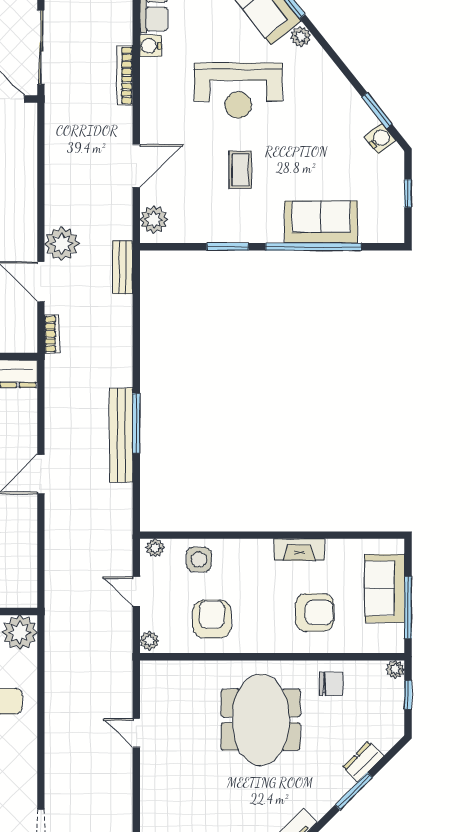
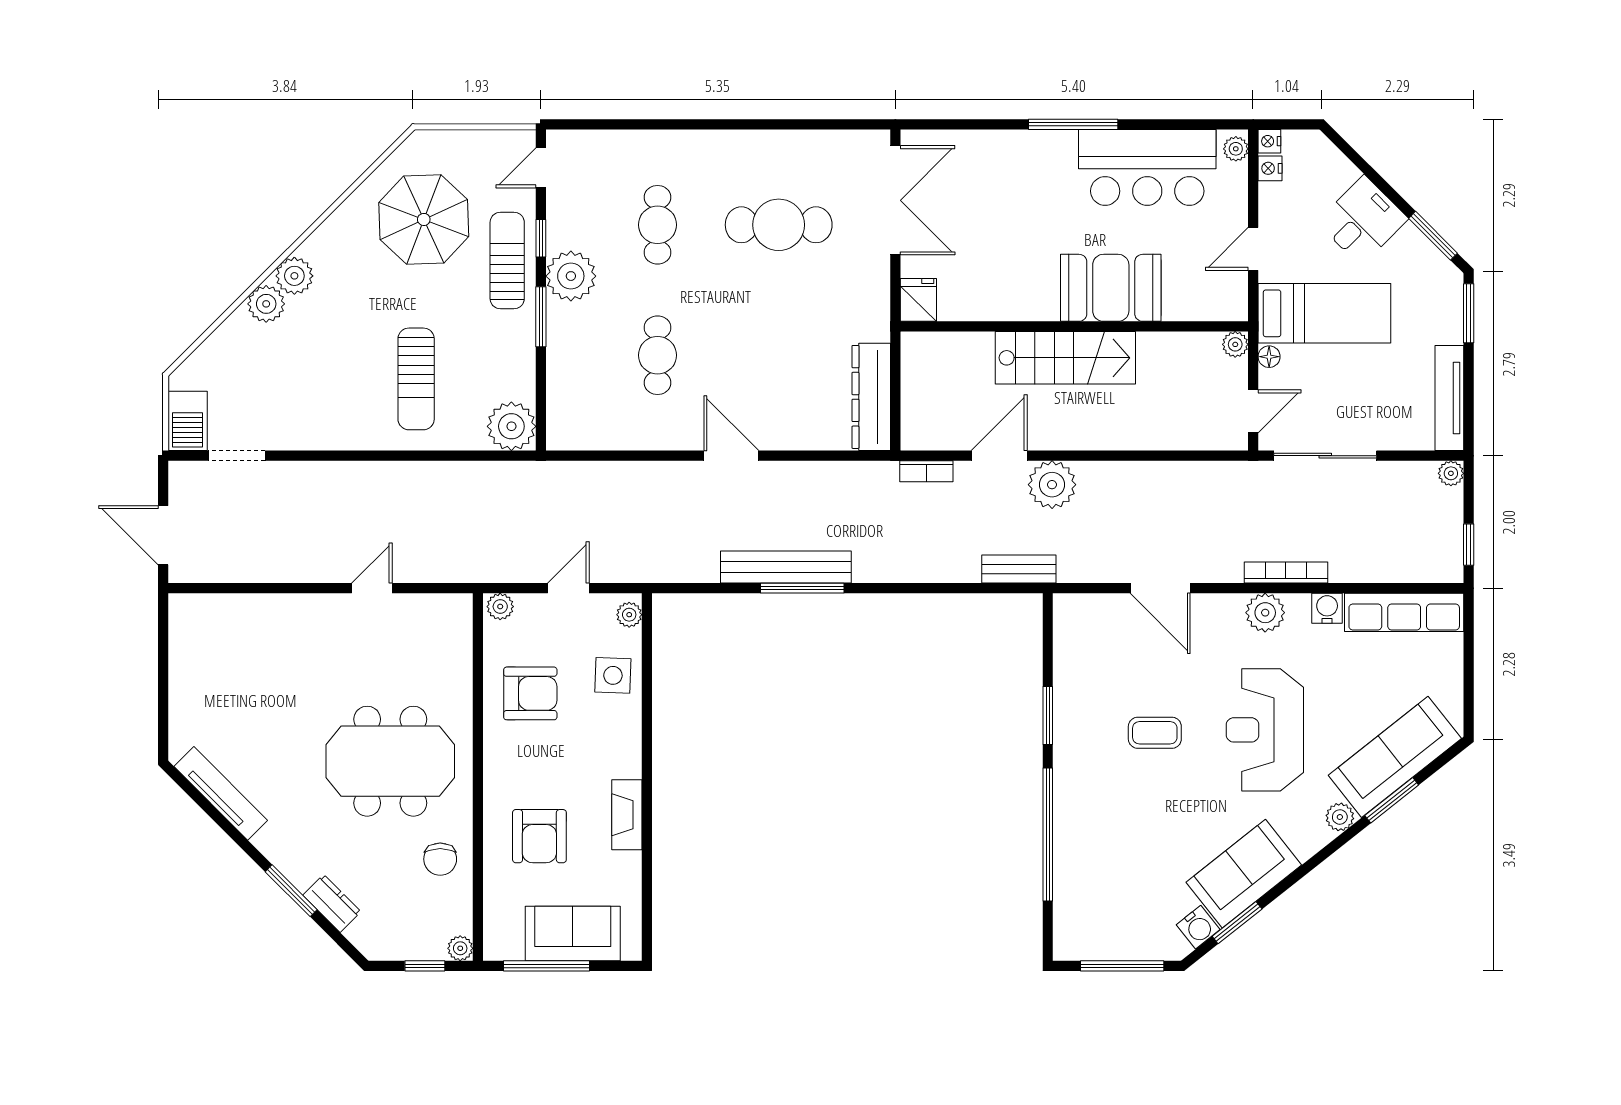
window: (408, 193) -> (1122, 966), width x2.17
plant: (154, 220) -> (1265, 613), moved
sofa: (321, 222) -> (1244, 874), moved, turned -128

